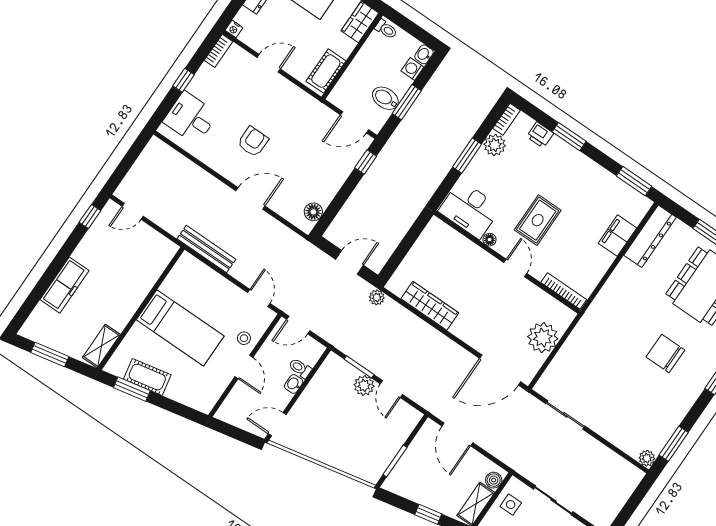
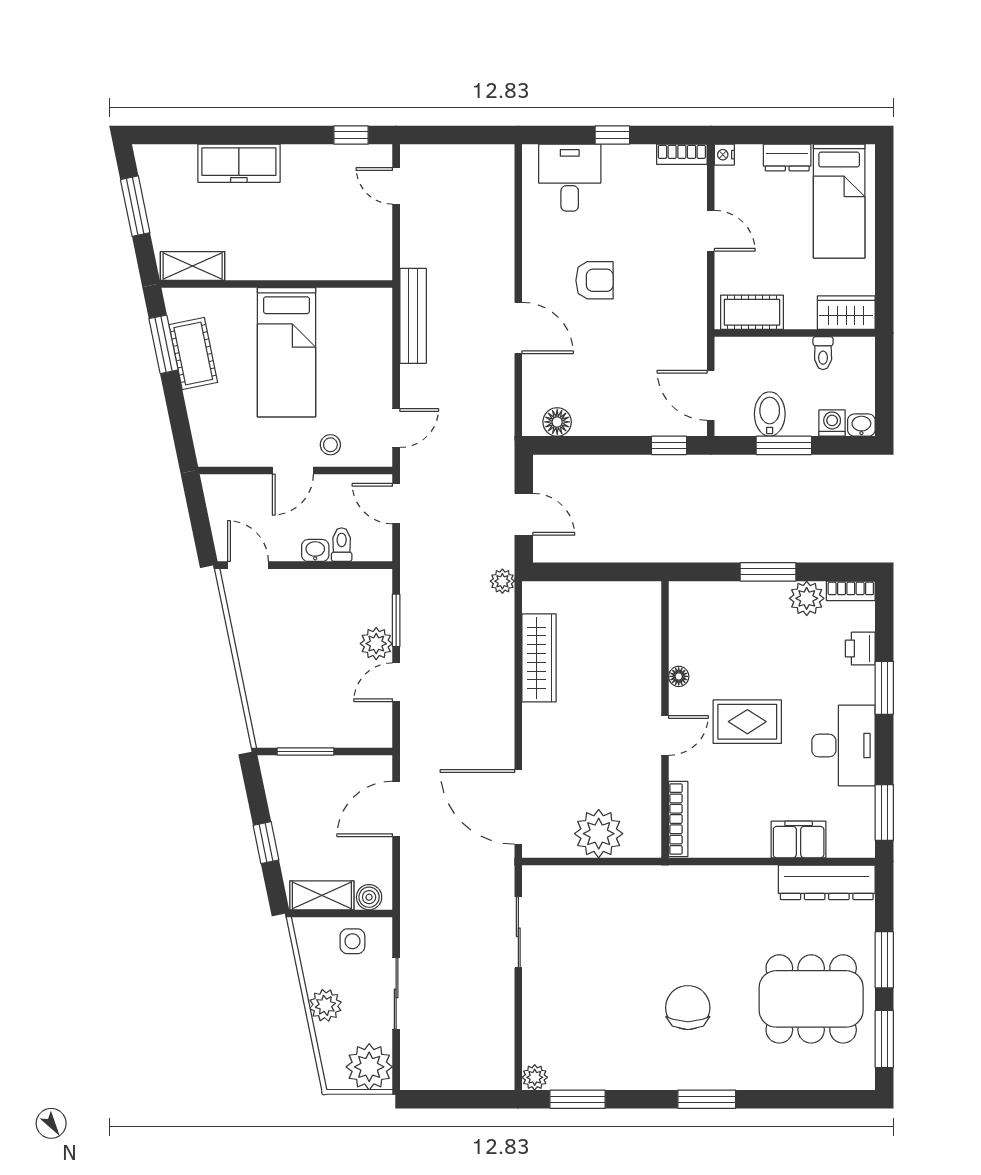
toilet: (386, 29) -> (823, 353), moved
desk: (470, 209) -> (843, 746), moved, turned 180

